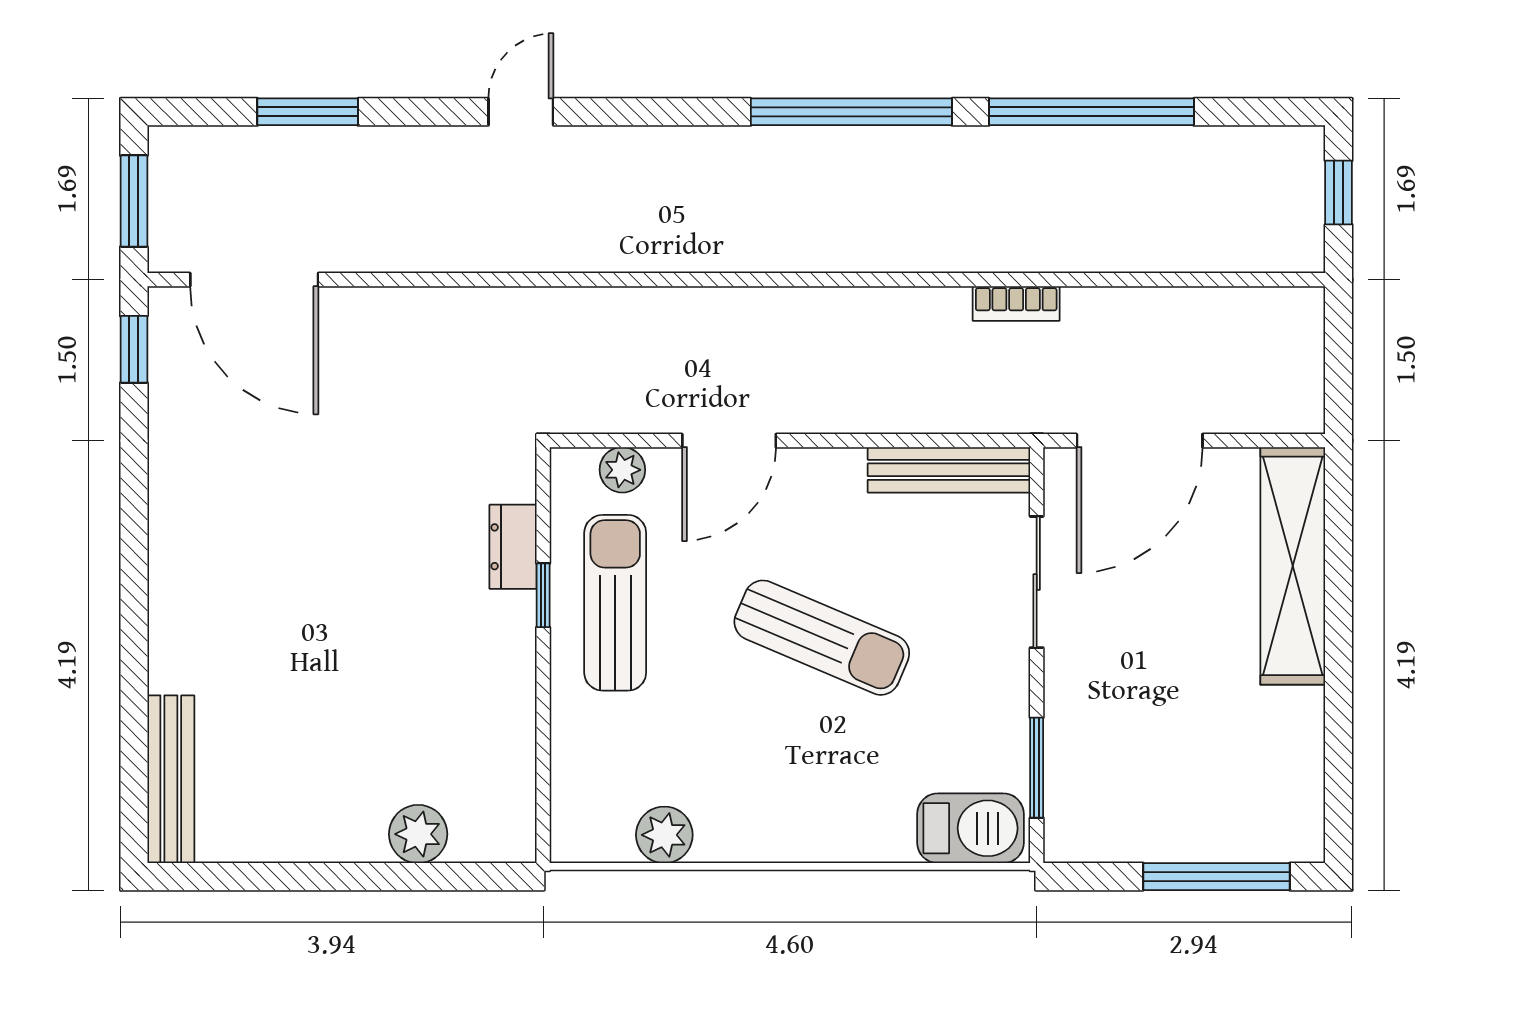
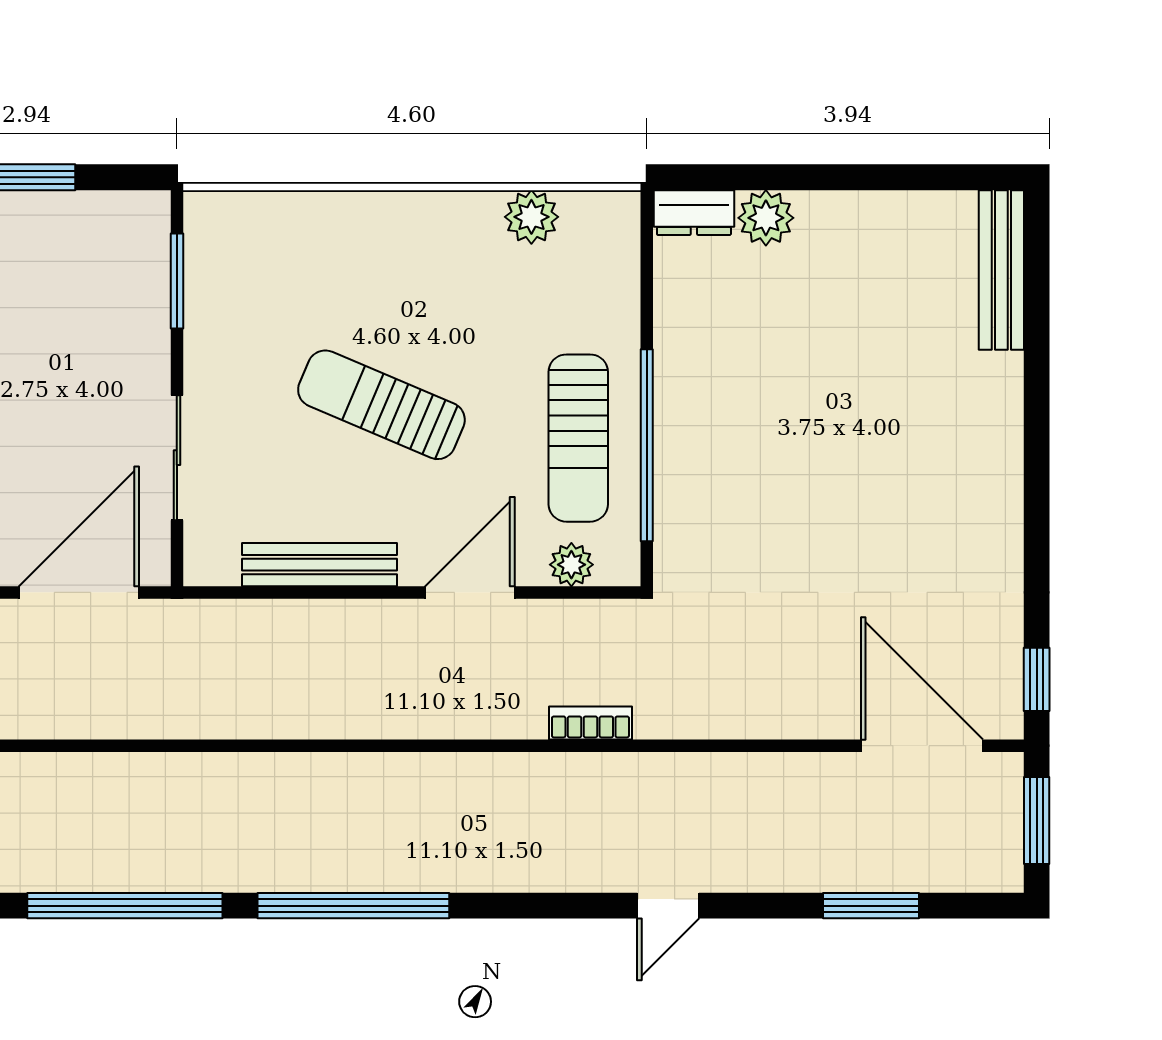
bookcase: (1016, 303) -> (590, 723), moved
bench: (949, 470) -> (320, 565), moved
dresser: (513, 547) -> (694, 213), moved, turned 90
window: (543, 595) -> (647, 445), width x3.17
barbecue: (970, 828) -> (240, 223), removed

